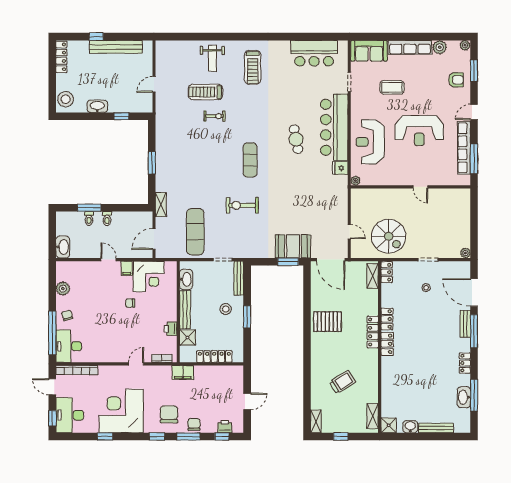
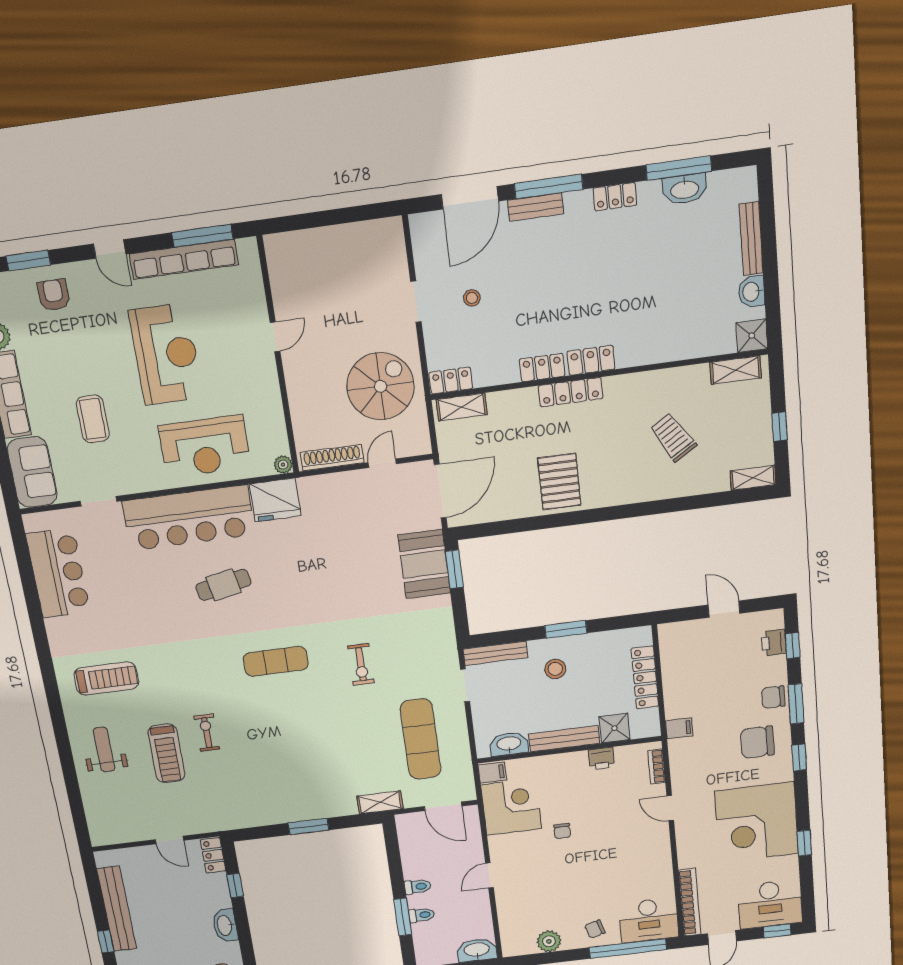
weight bench: (212, 58) -> (104, 749), turned -90
locker: (141, 107) -> (213, 855), added
fridge: (340, 168) -> (275, 500), width x1.88, depth x1.34
exercise bike: (242, 205) -> (361, 664), width x0.73, depth x0.72
shoe rack: (356, 206) -> (332, 458), added
exercise mat: (195, 232) -> (421, 739), turned 90
plant: (465, 253) -> (393, 227), removed
filing cabinet: (127, 268) -> (492, 773), moved
filing cabinet: (183, 373) -> (679, 728), width x0.50

